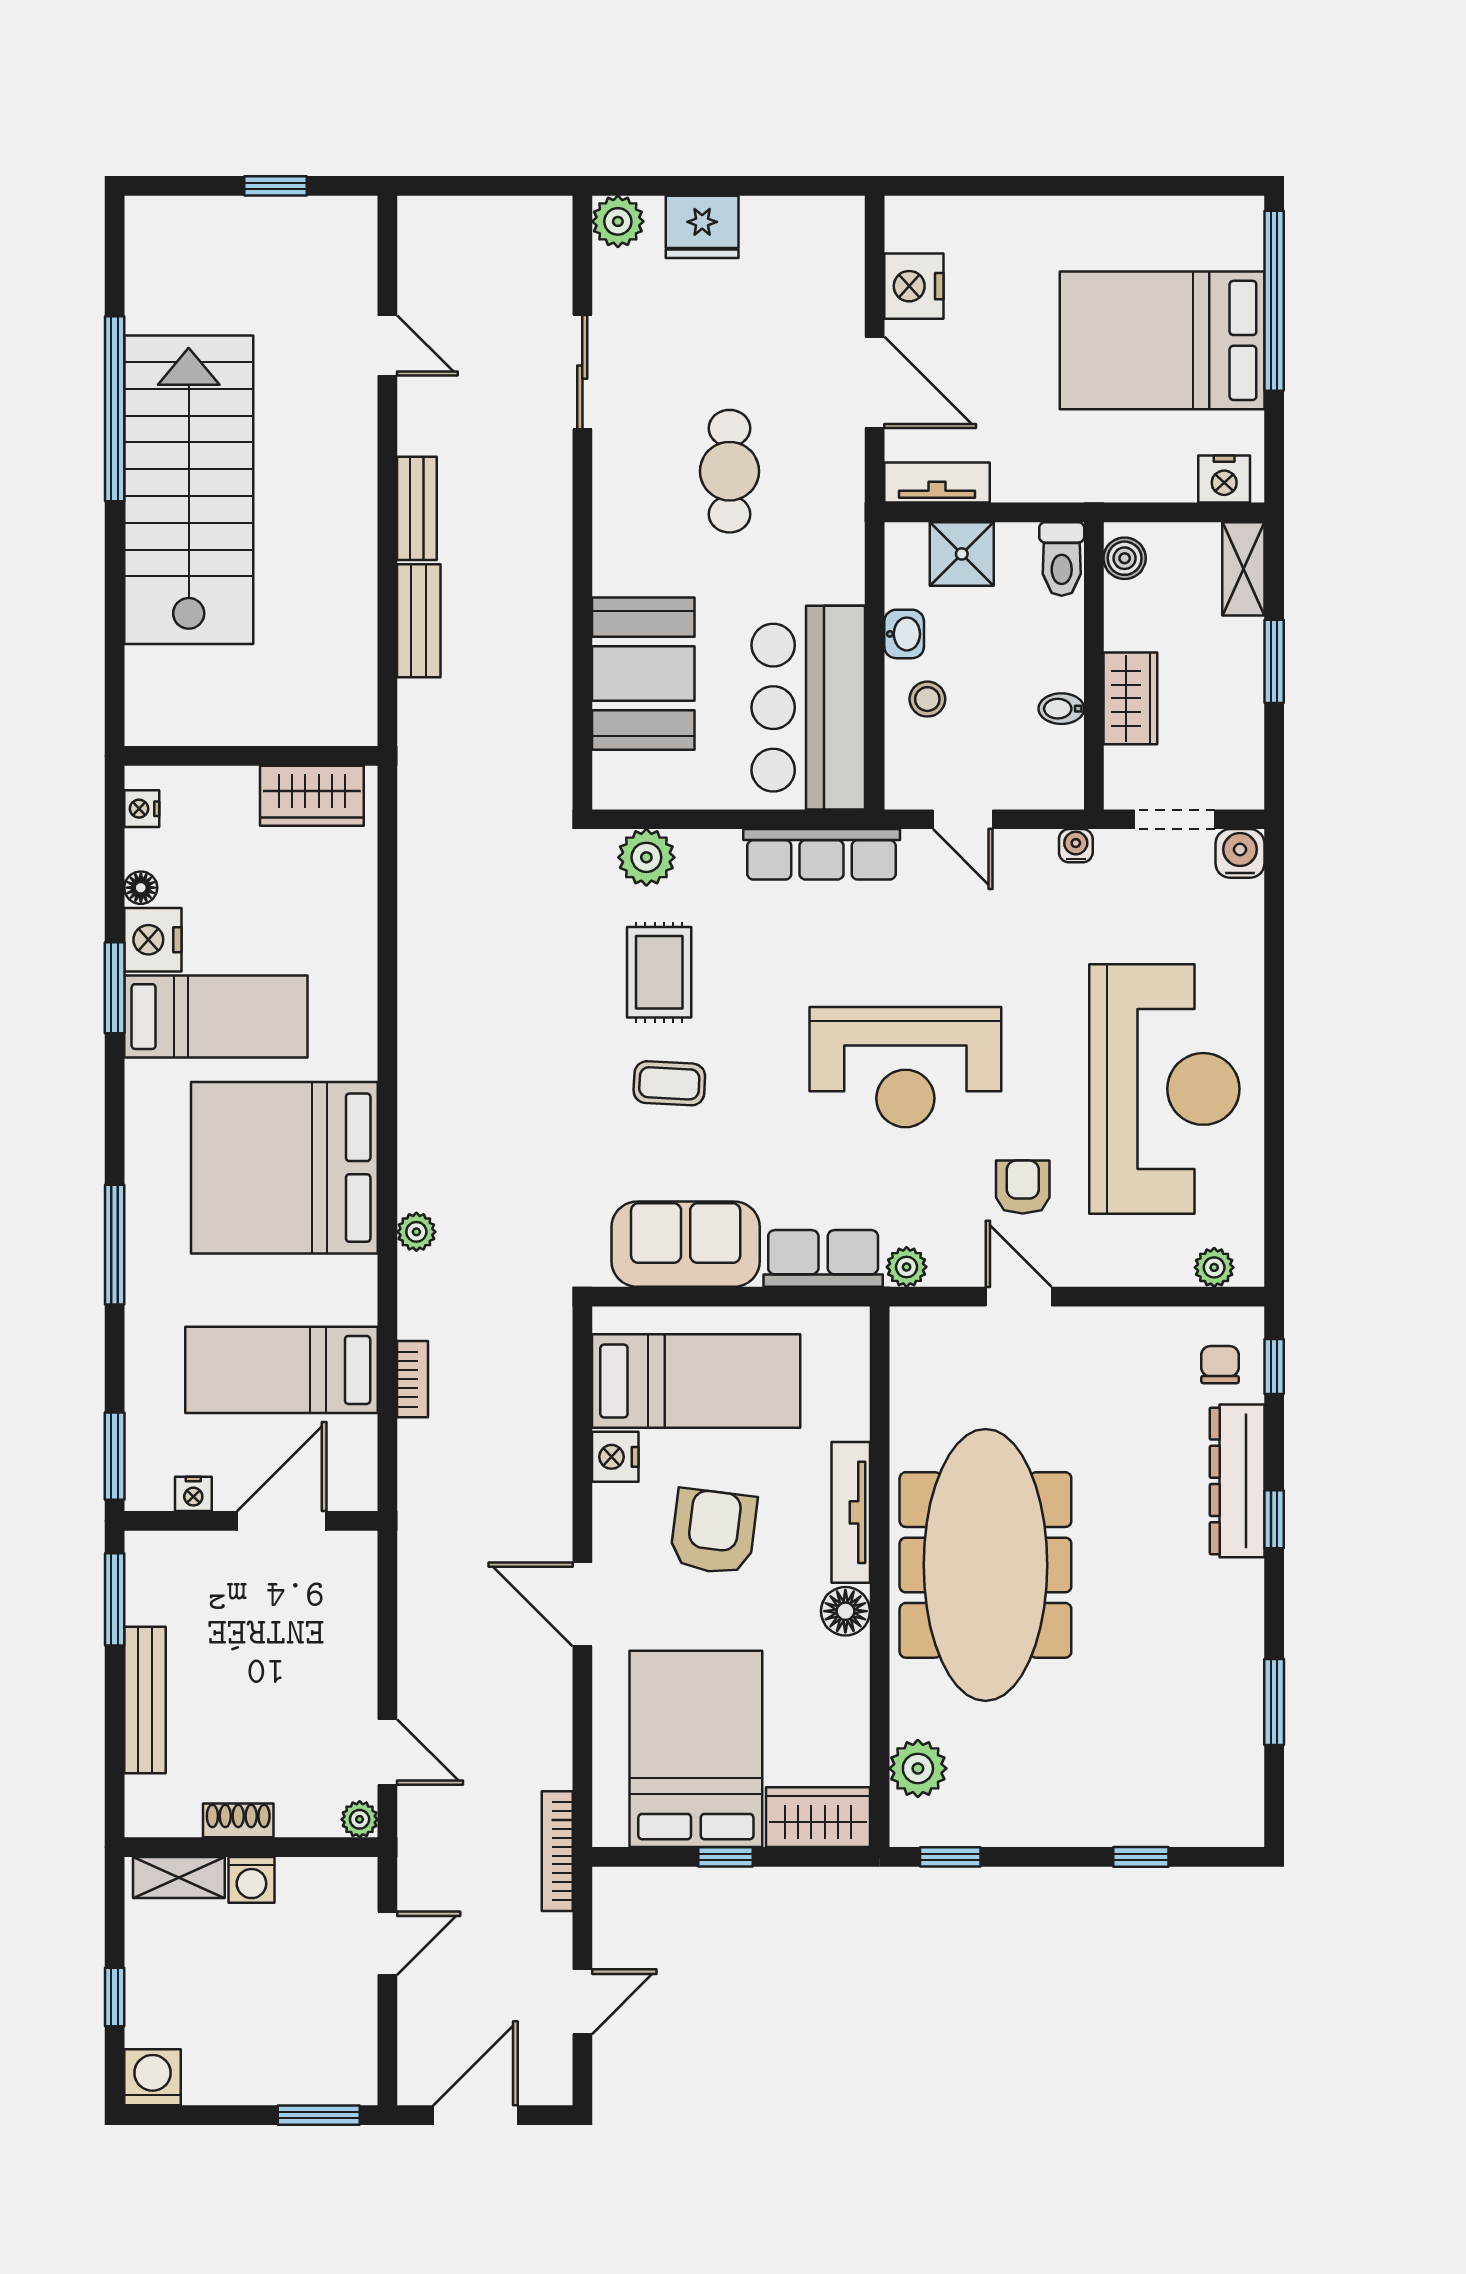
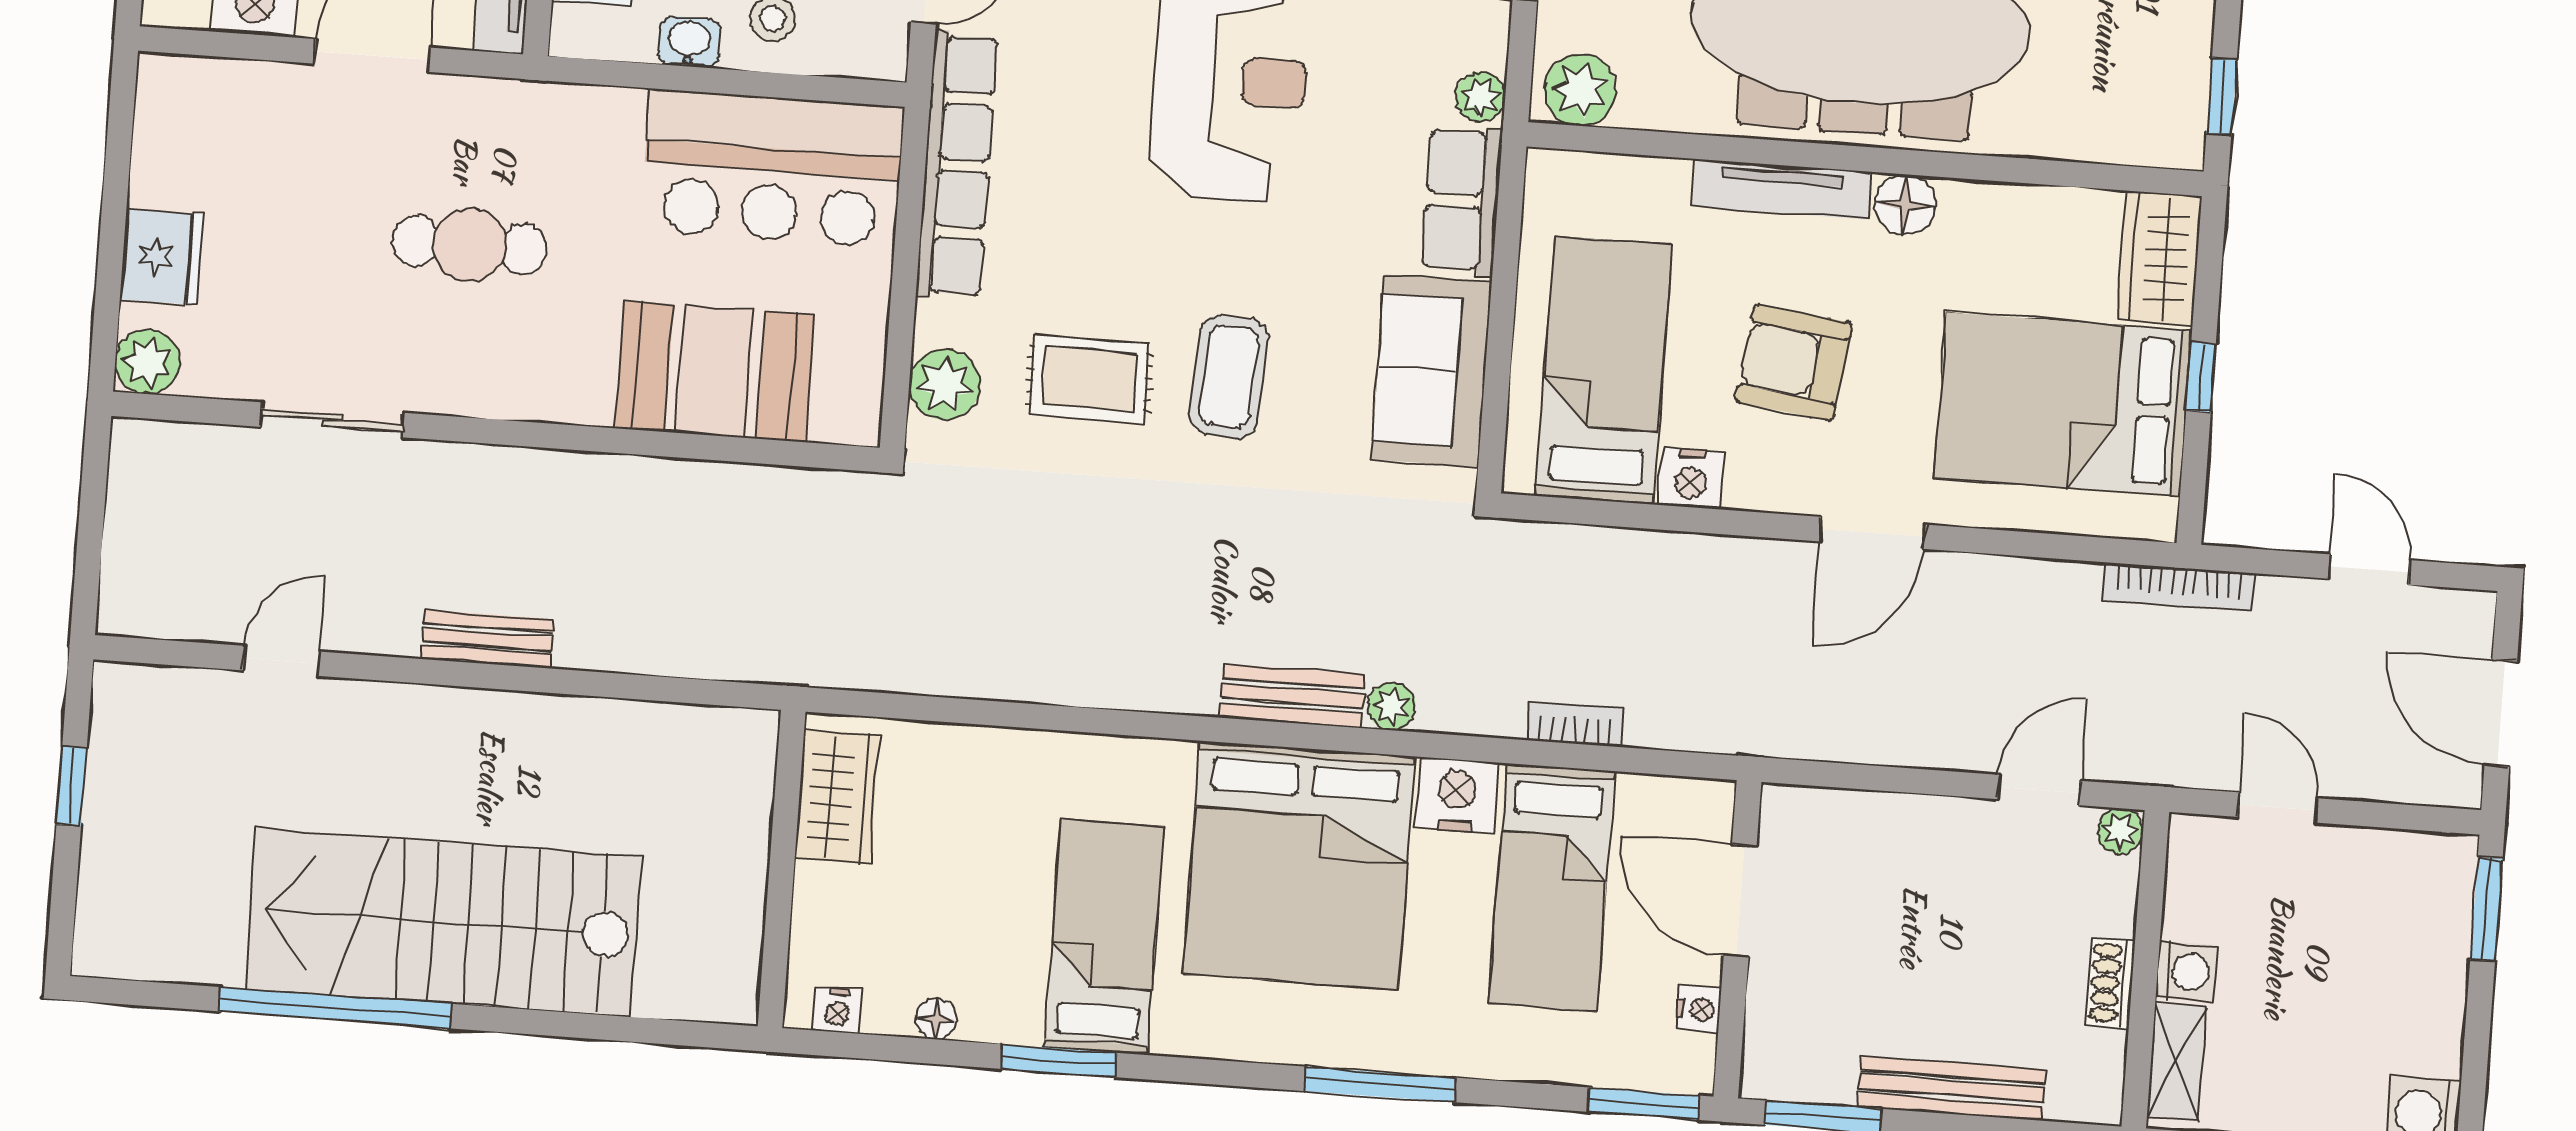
bench: (419, 621) -> (1292, 696), moved
row of seats: (822, 854) -> (957, 165), width x1.36
nightstand: (153, 940) -> (1457, 795), moved, turned 180
coffee table: (669, 1083) -> (1229, 376), width x1.36, depth x1.30
plant: (918, 1768) -> (1580, 90), moved

